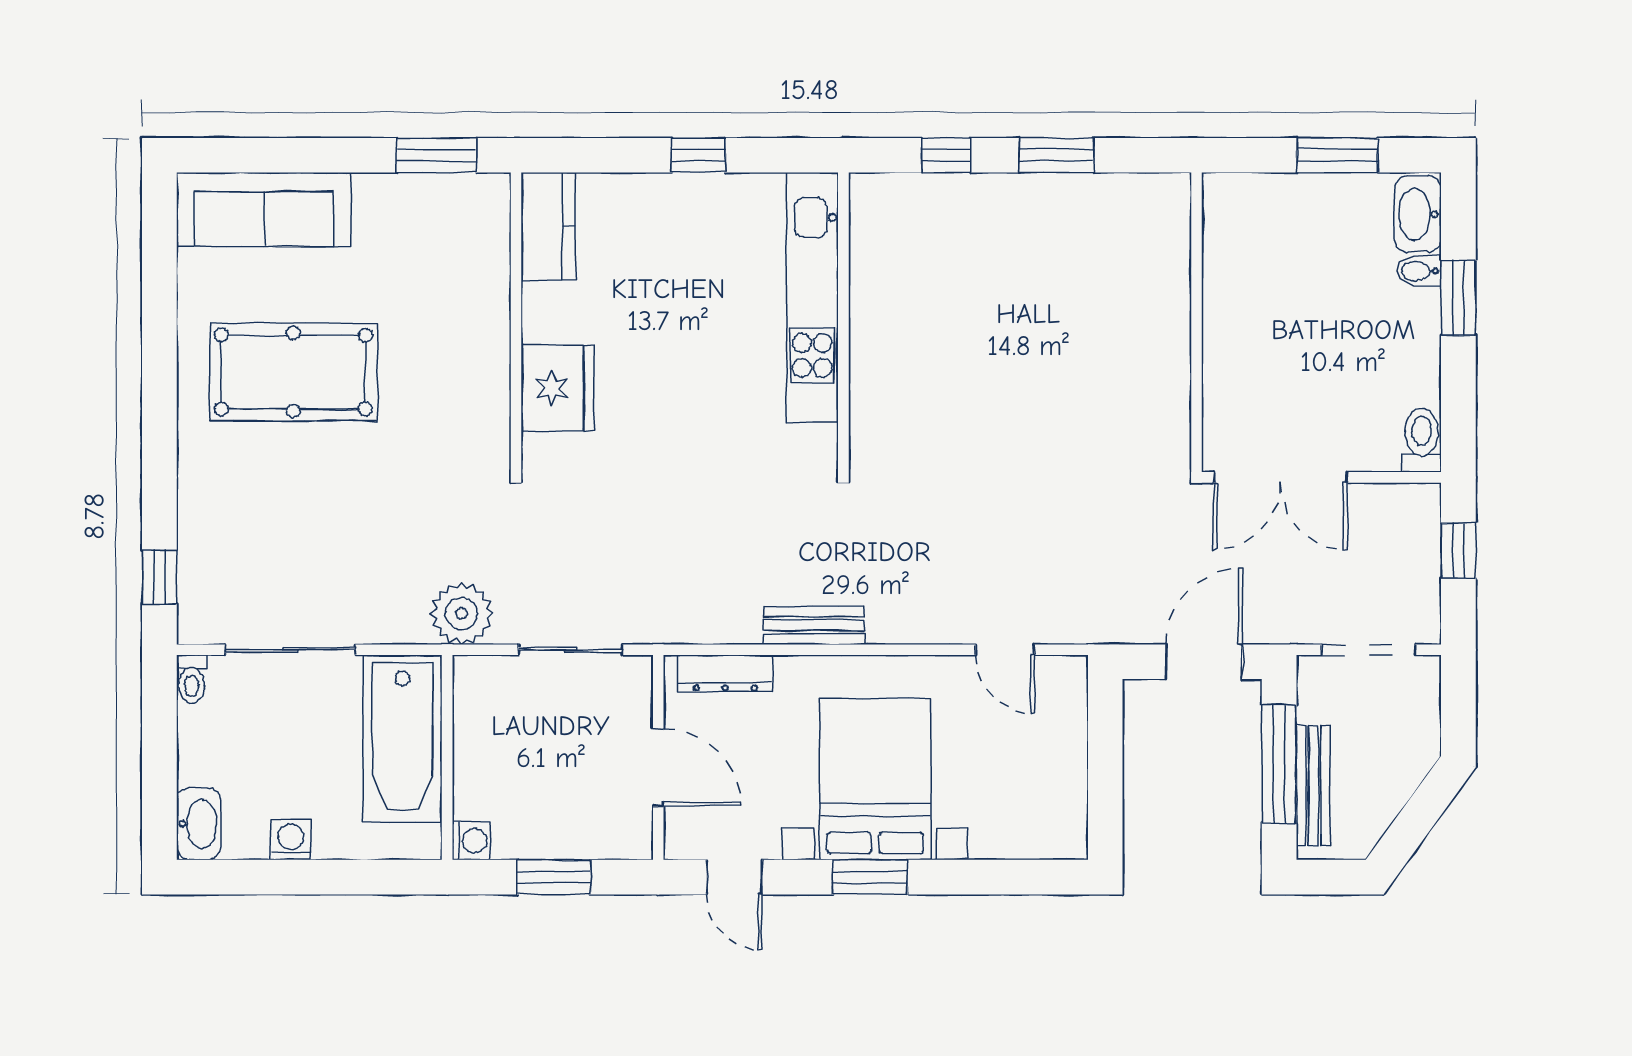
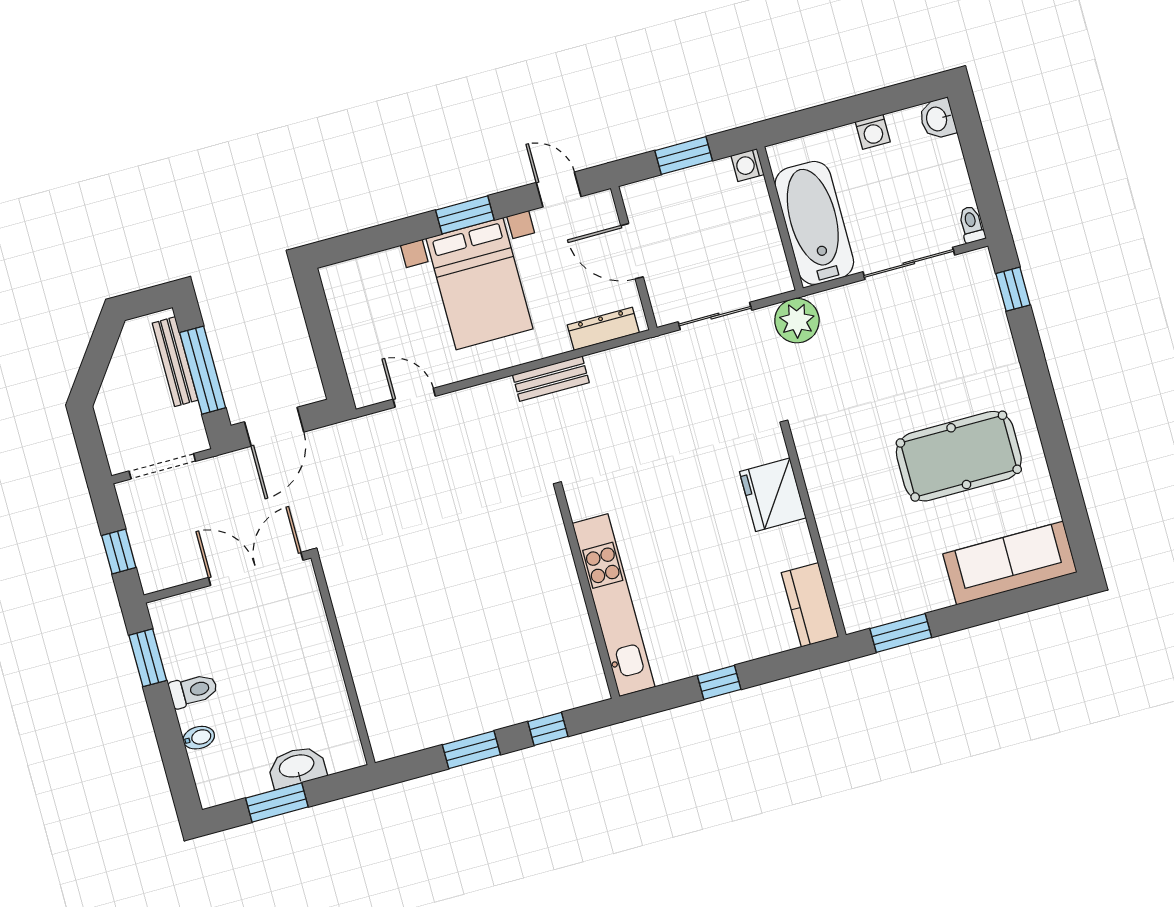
washbasin: (1418, 214) -> (297, 767), moved, turned -90
window: (1458, 298) -> (148, 658), moved
toilet: (1422, 440) -> (193, 690), moved, turned -90
washbasin: (199, 824) -> (937, 119), width x0.72

